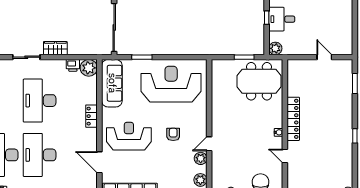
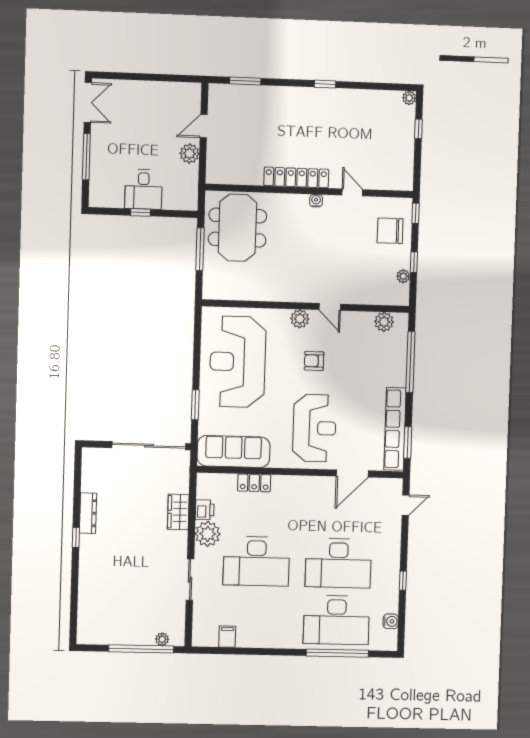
wardrobe: (55, 48) -> (178, 512), moved
plant: (275, 48) -> (190, 154), moved
window: (244, 57) -> (200, 249), width x1.44
plant: (89, 68) -> (208, 534), moved
locker: (91, 116) -> (254, 483), moved
reception desk: (129, 136) -> (314, 428), turned 180
door: (285, 156) -> (352, 192), swing flipped
plant: (201, 158) -> (300, 319), moved

